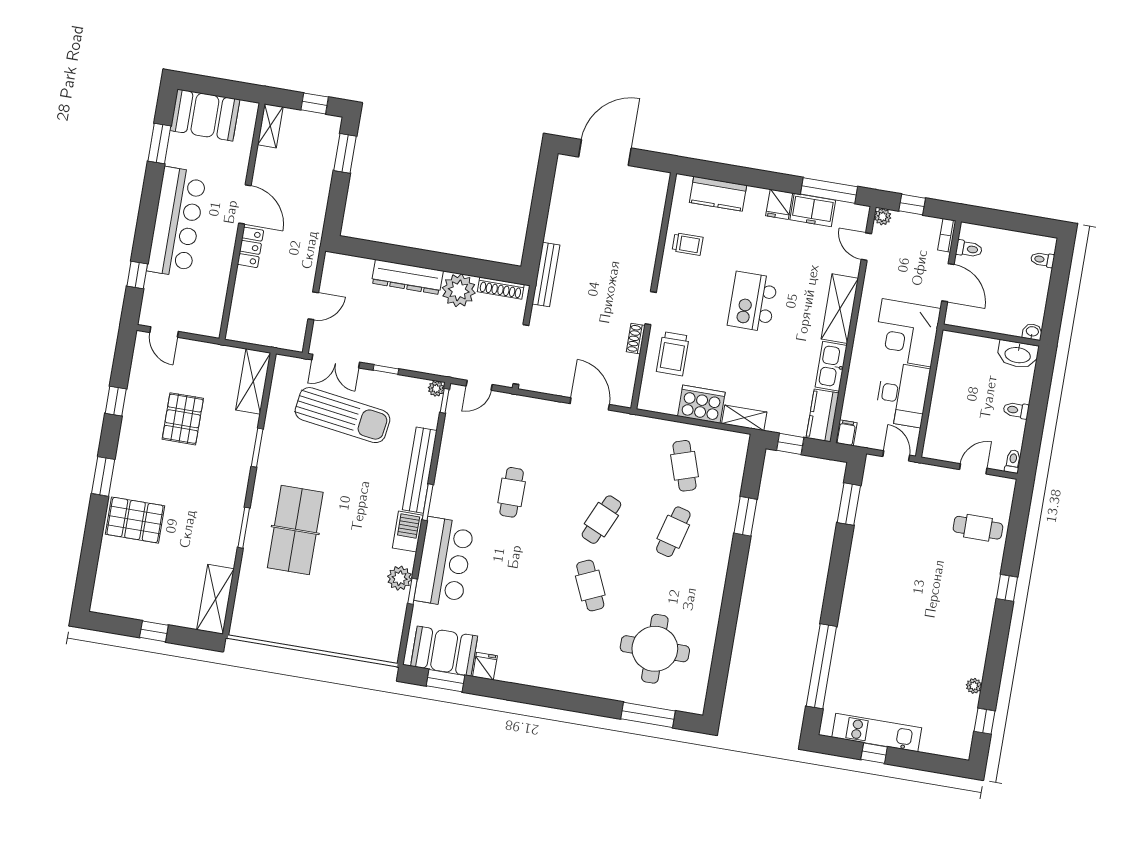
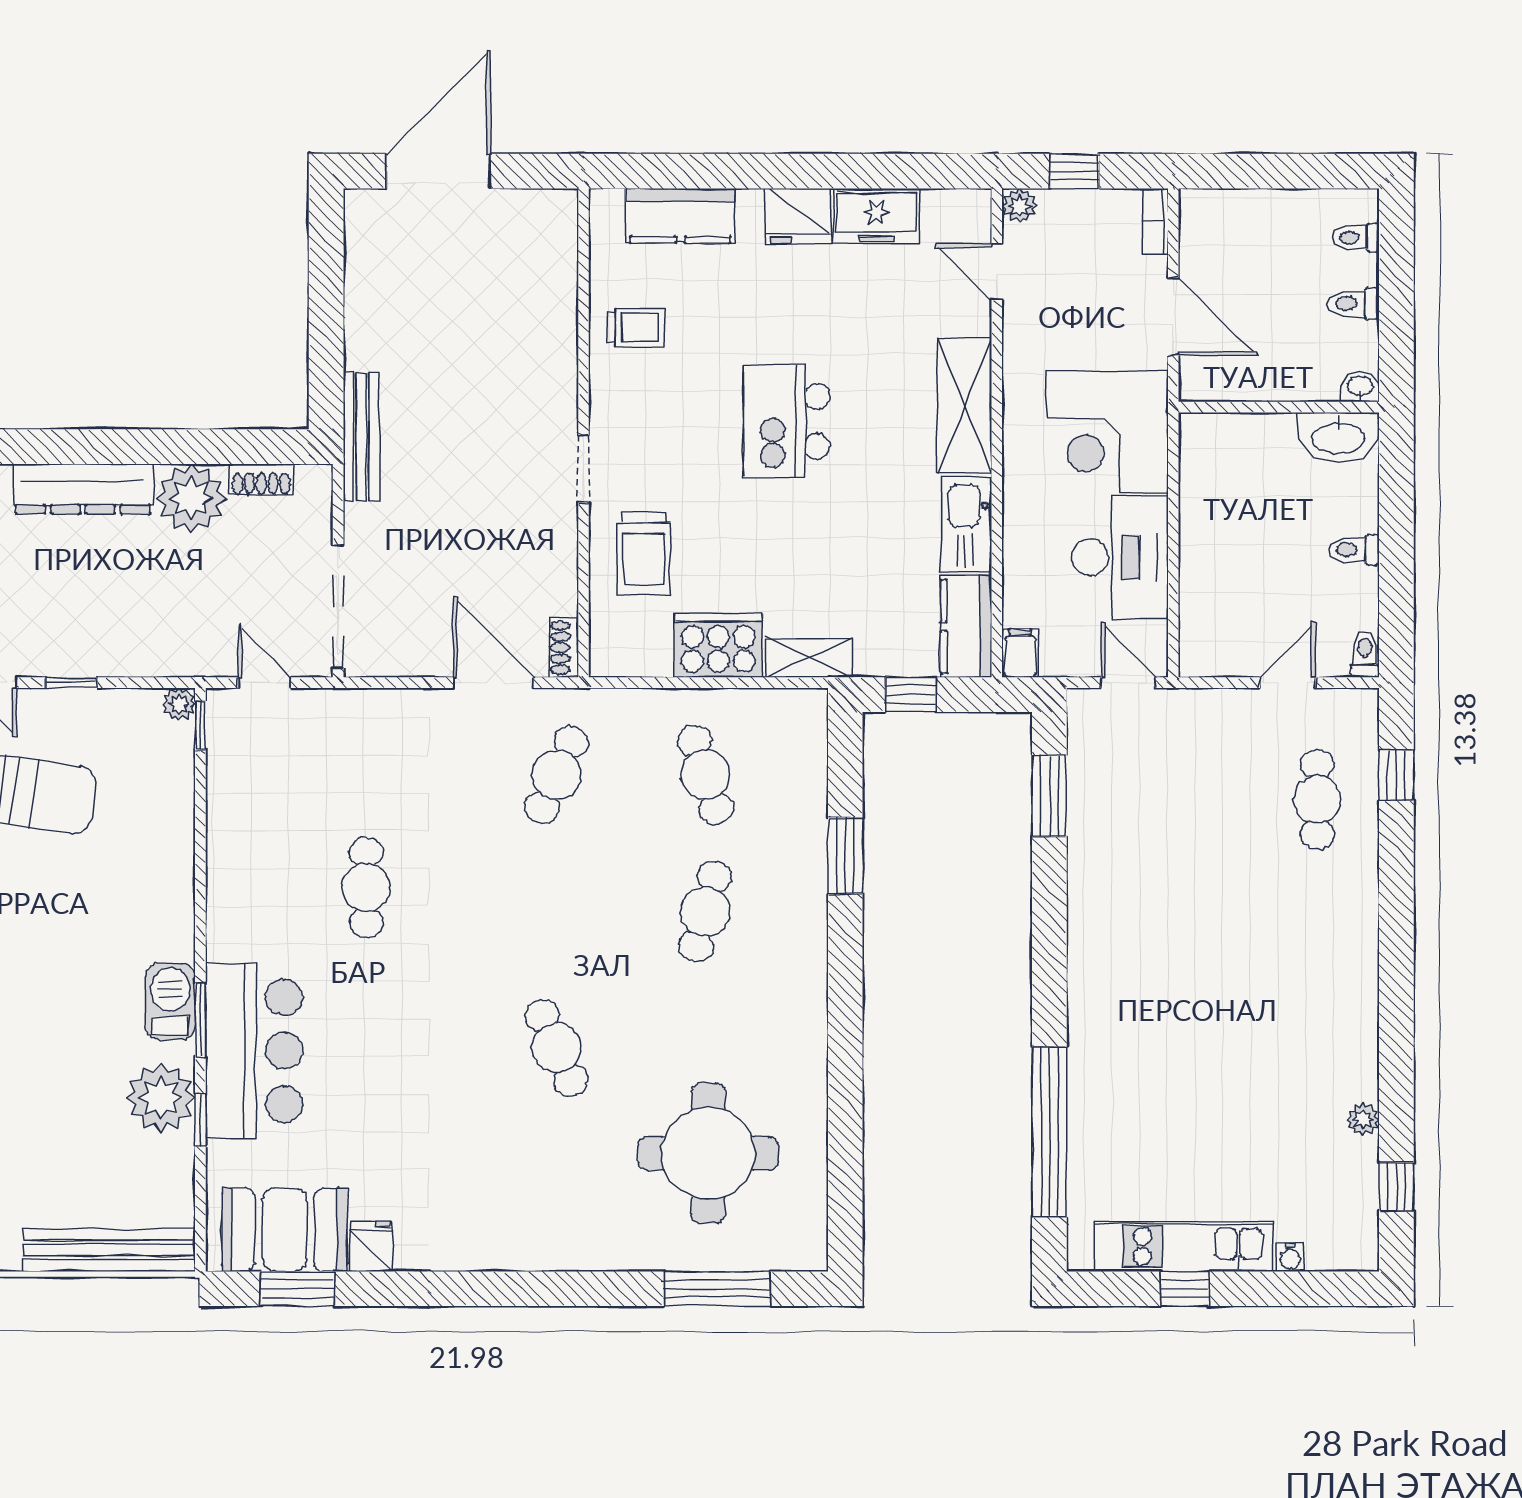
window: (829, 190) -> (903, 171), removed
fridge: (779, 204) -> (798, 216), width x1.38
toilet: (969, 249) -> (1353, 304), moved, turned 180
shoe rack: (501, 288) -> (261, 480), width x0.70
shoe rack: (636, 339) -> (564, 648), moved
door: (479, 385) -> (264, 683), swing flipped
bench: (420, 470) -> (109, 1250), moved, turned 90
window: (428, 502) -> (200, 1020), moved
cafe table: (601, 520) -> (556, 775), moved
cafe table: (978, 528) -> (1317, 799), turned 90
plant: (400, 578) -> (161, 1098), width x1.36, depth x1.36
window: (1007, 588) -> (1396, 775), moved
water cooler: (927, 746) -> (1290, 1257), added

